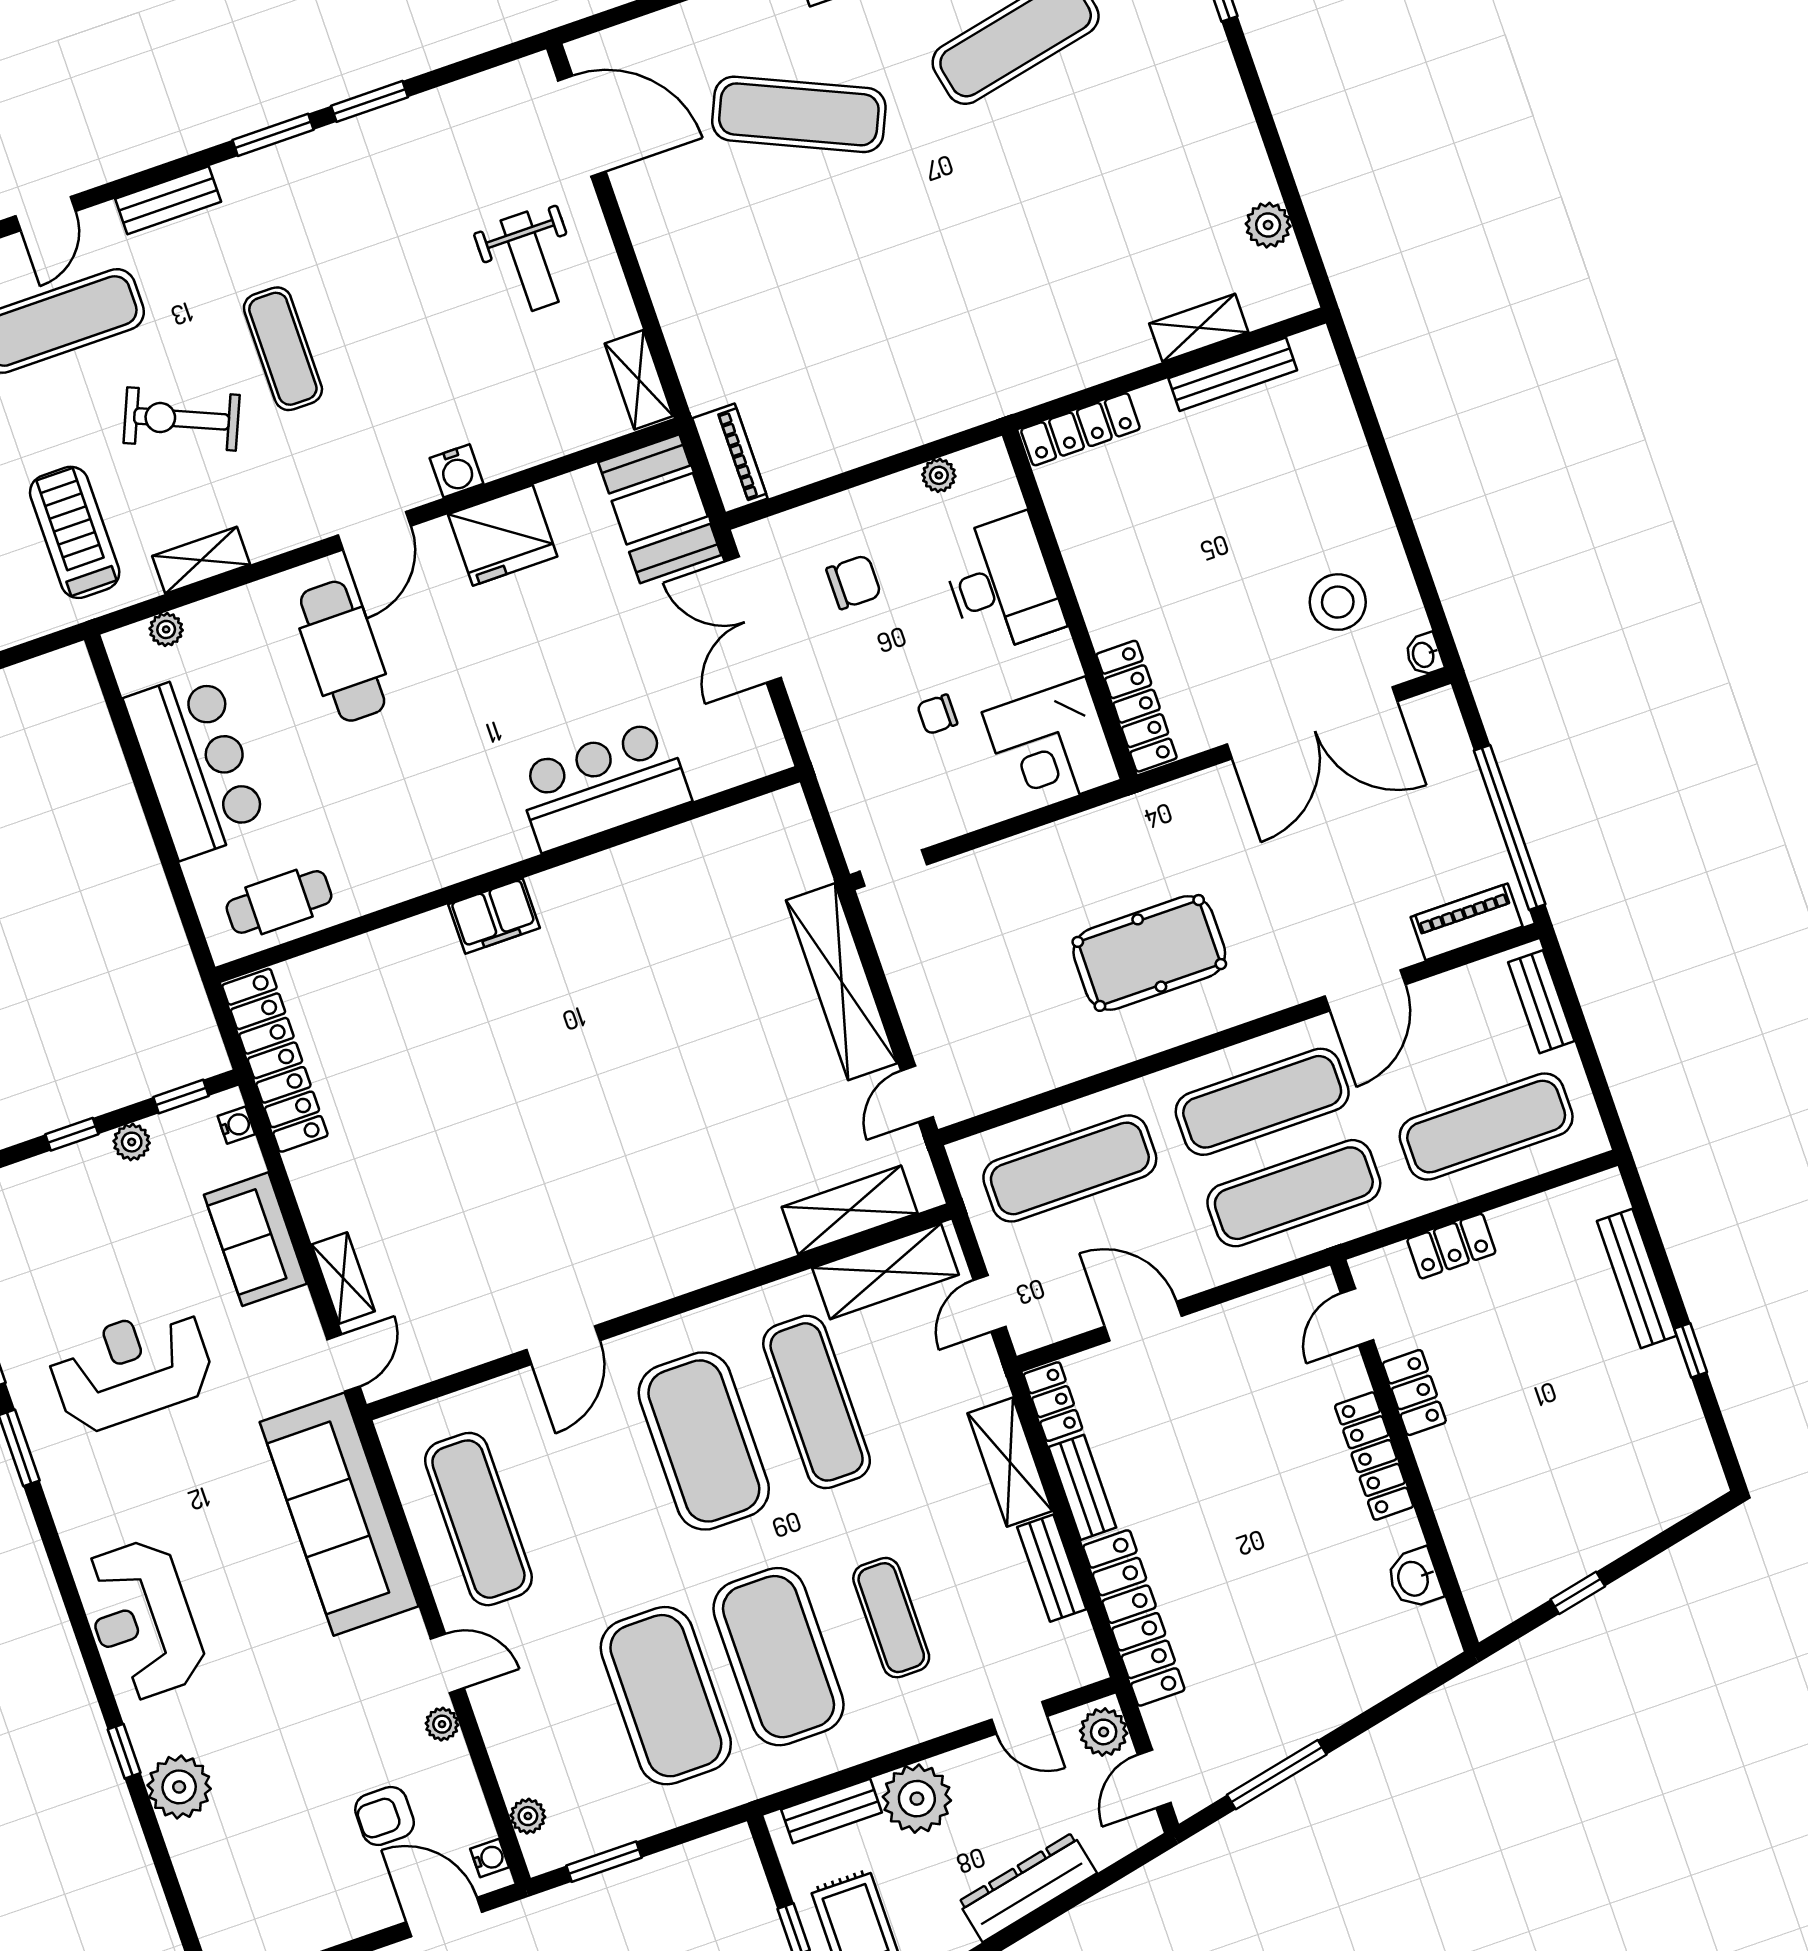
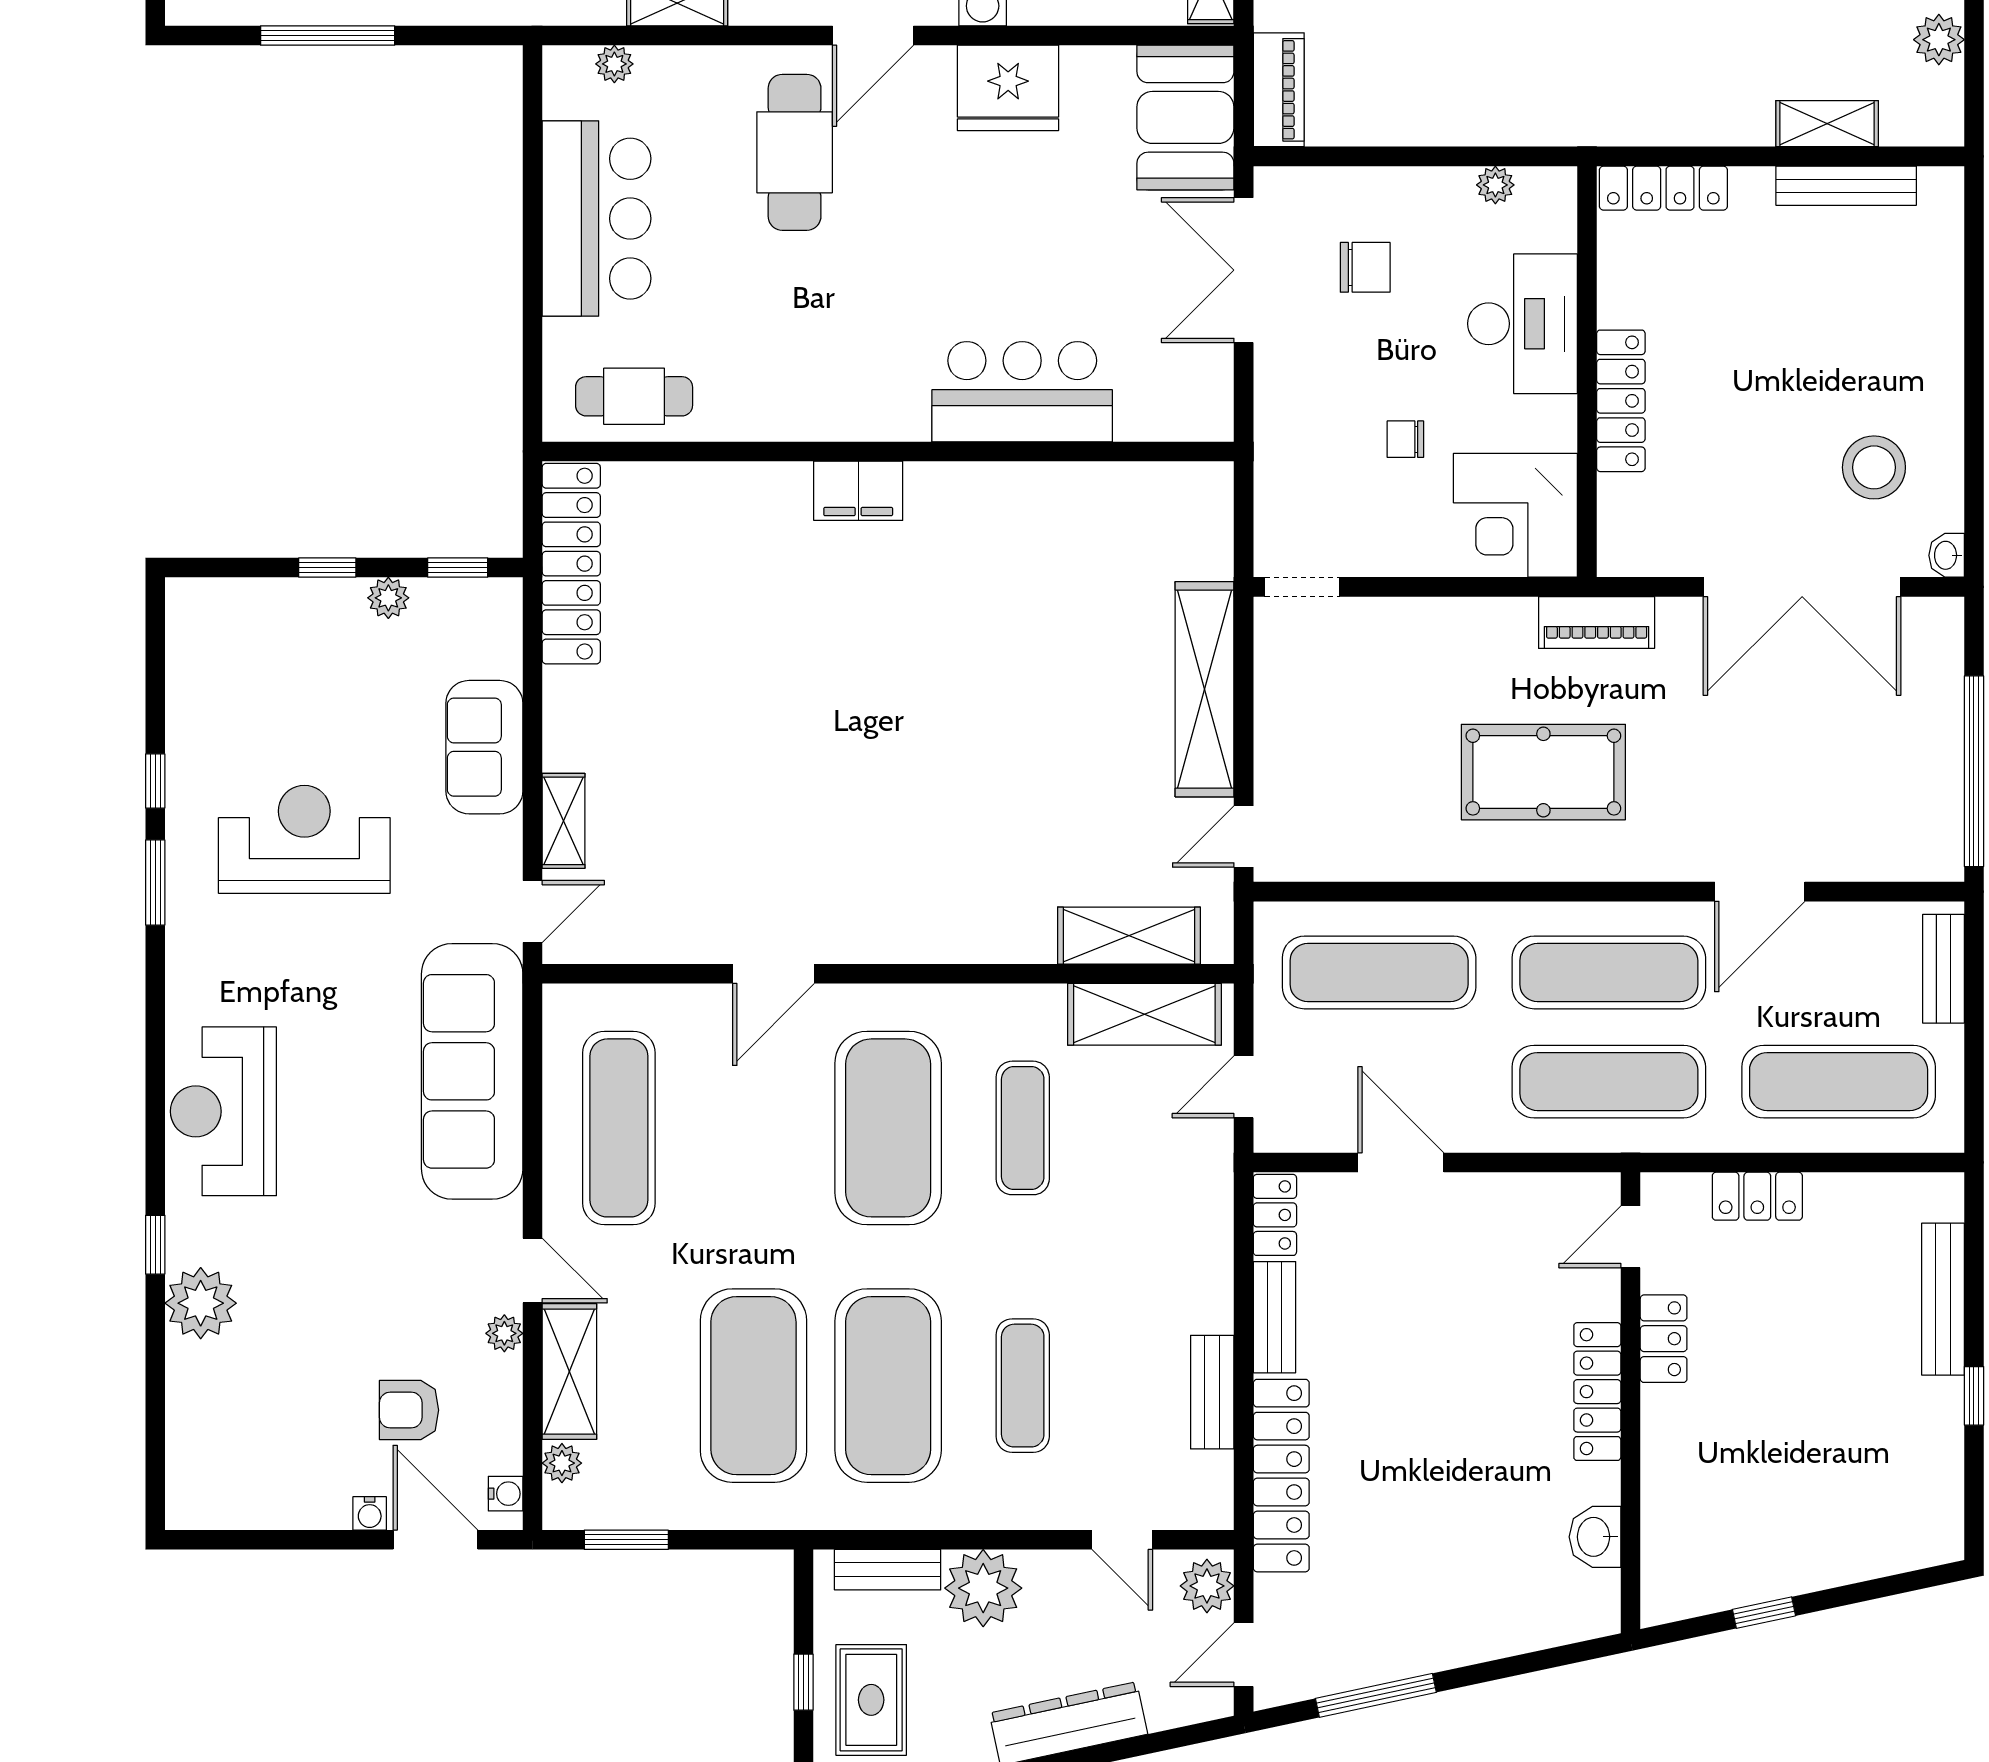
locker: (1137, 706) -> (1621, 401), moved
piano: (1467, 922) -> (1597, 622), moved, turned 180
water cooler: (236, 1125) -> (370, 1513), moved, turned 90
exercise mat: (817, 1402) -> (1023, 1128), width x0.73, depth x0.69
shelving: (1010, 1462) -> (569, 1372), moved

